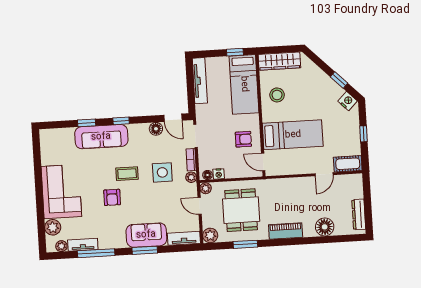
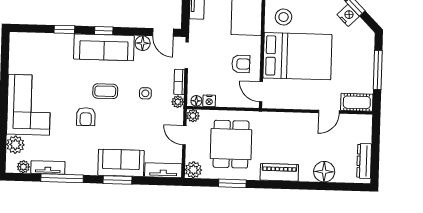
nightstand: (348, 101) -> (348, 15), moved
window: (363, 134) -> (378, 70), width x2.17
bed: (293, 135) -> (297, 56), width x1.50
sofa: (101, 137) -> (104, 47), moved
side table: (162, 172) -> (145, 93), width x0.54, depth x0.54

